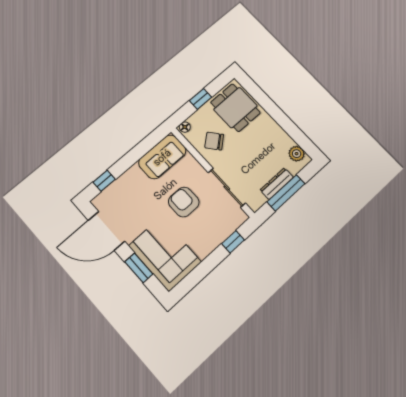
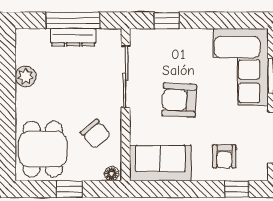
plant: (297, 154) -> (26, 76), moved
armchair: (128, 193) -> (224, 156), added
armchair: (184, 202) -> (179, 100), turned 93

